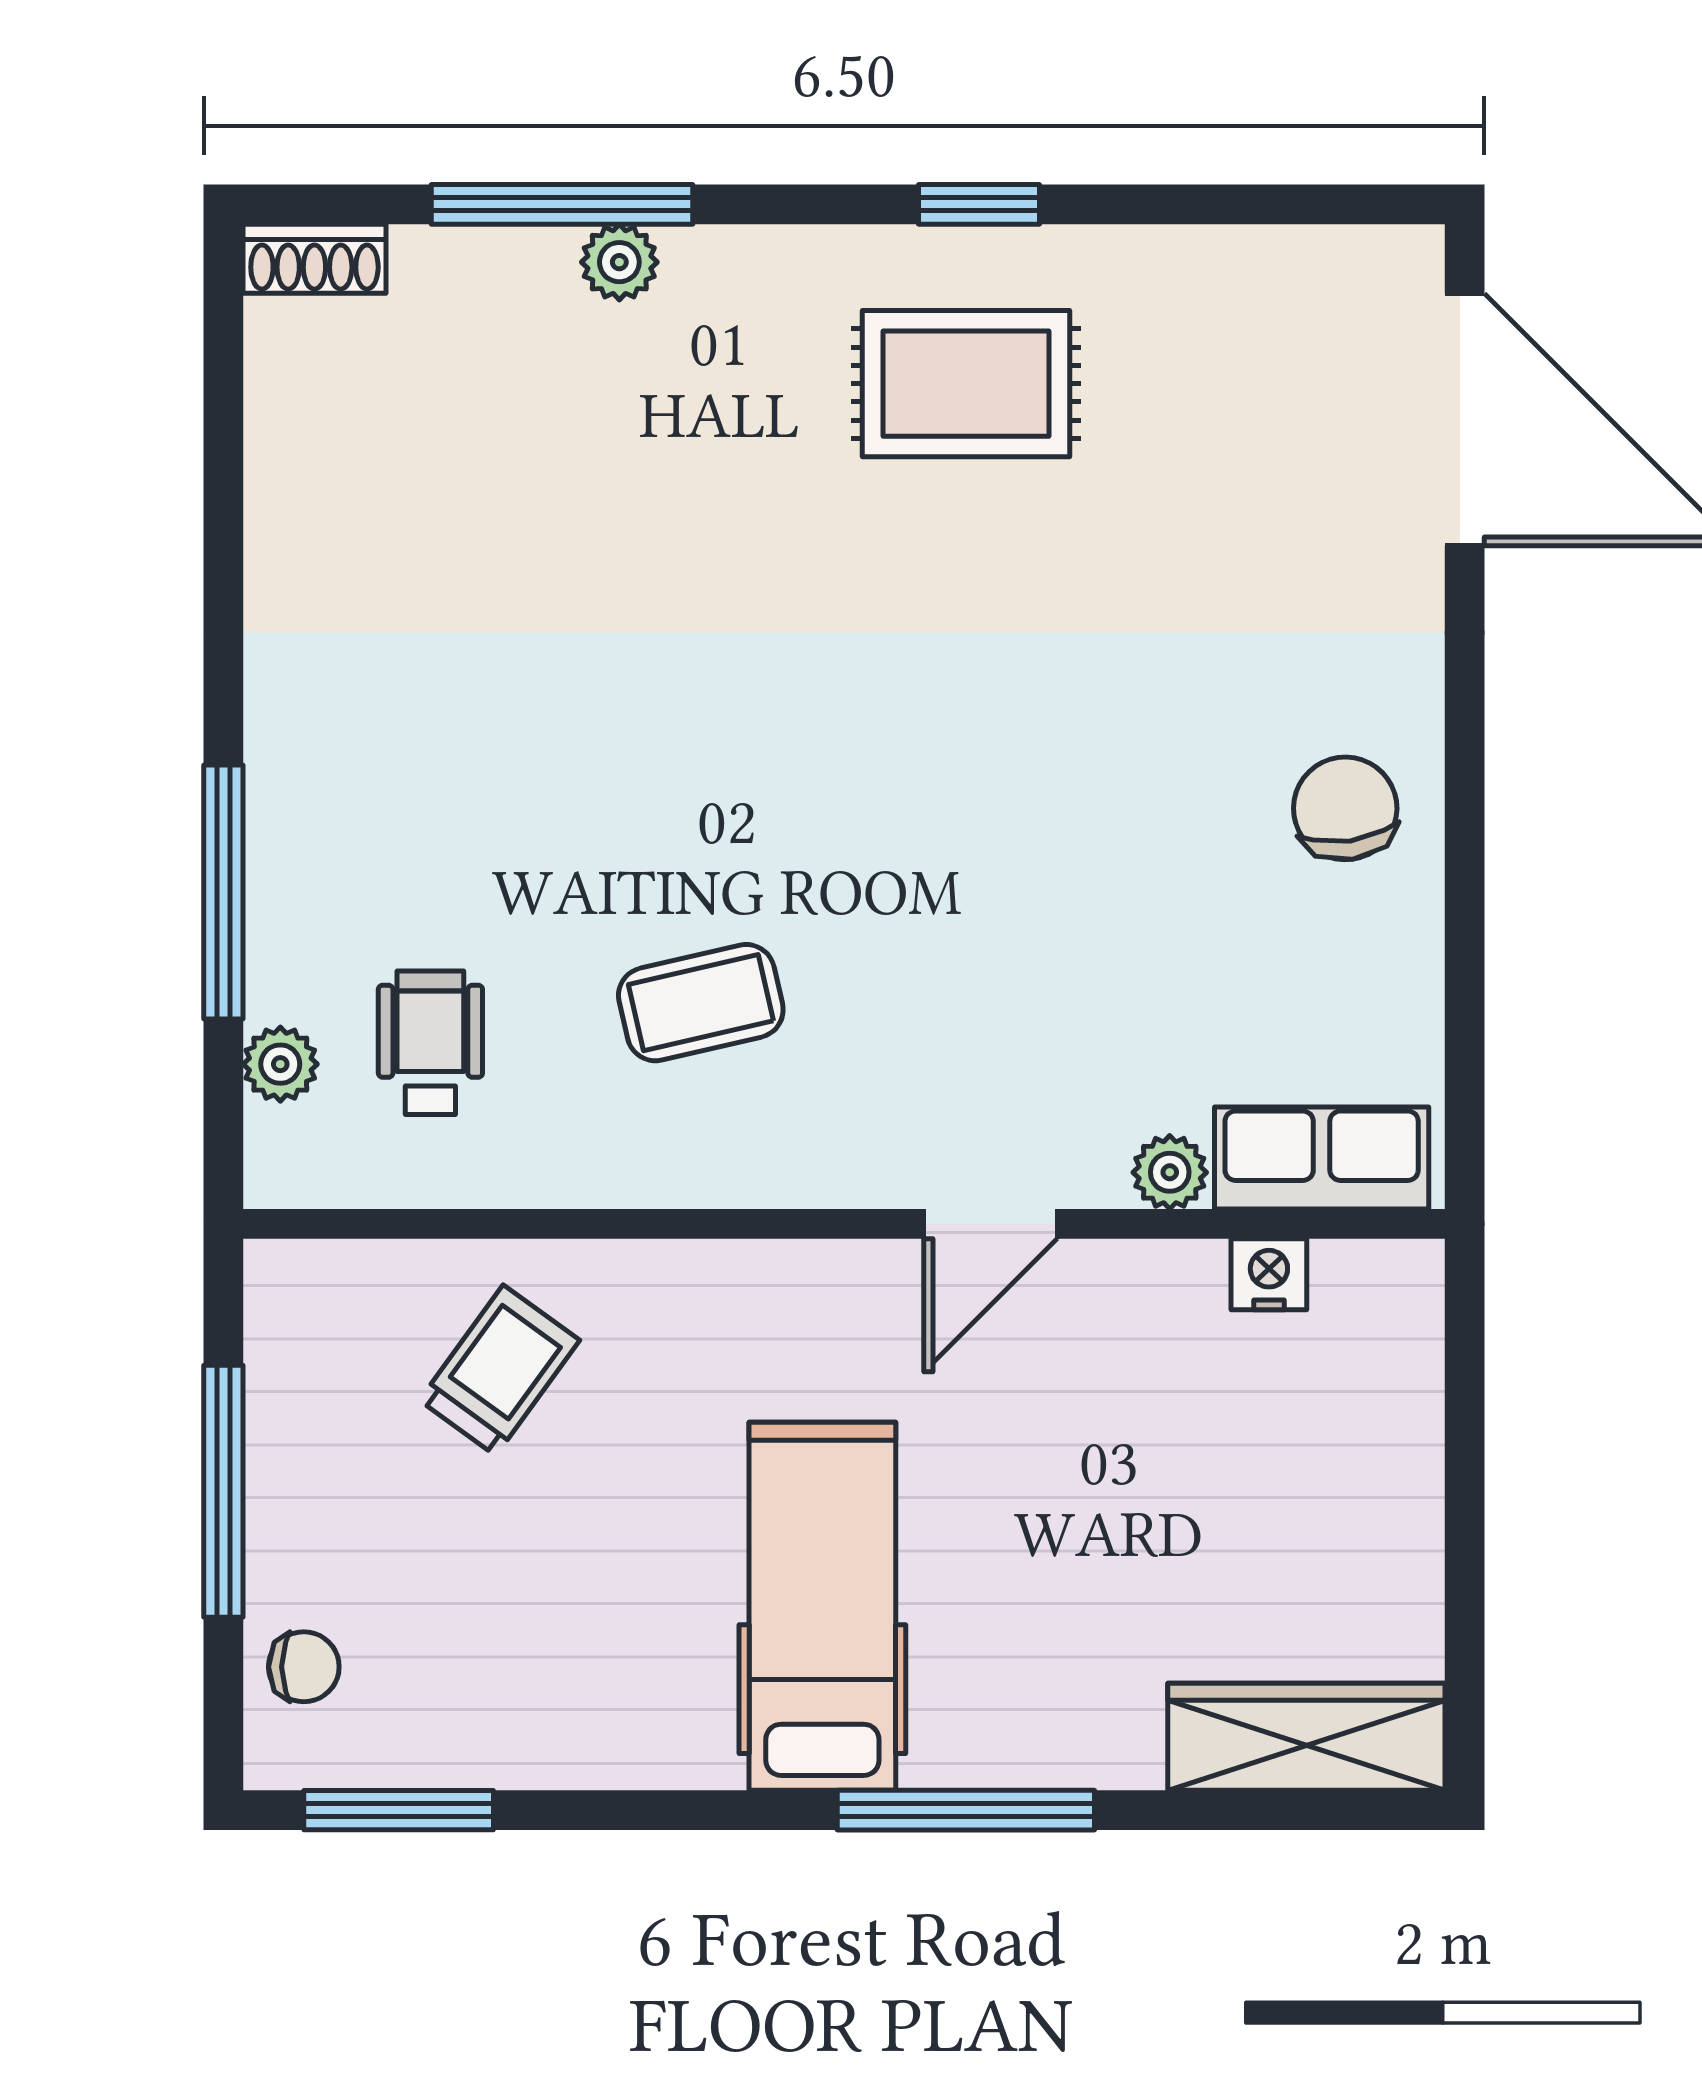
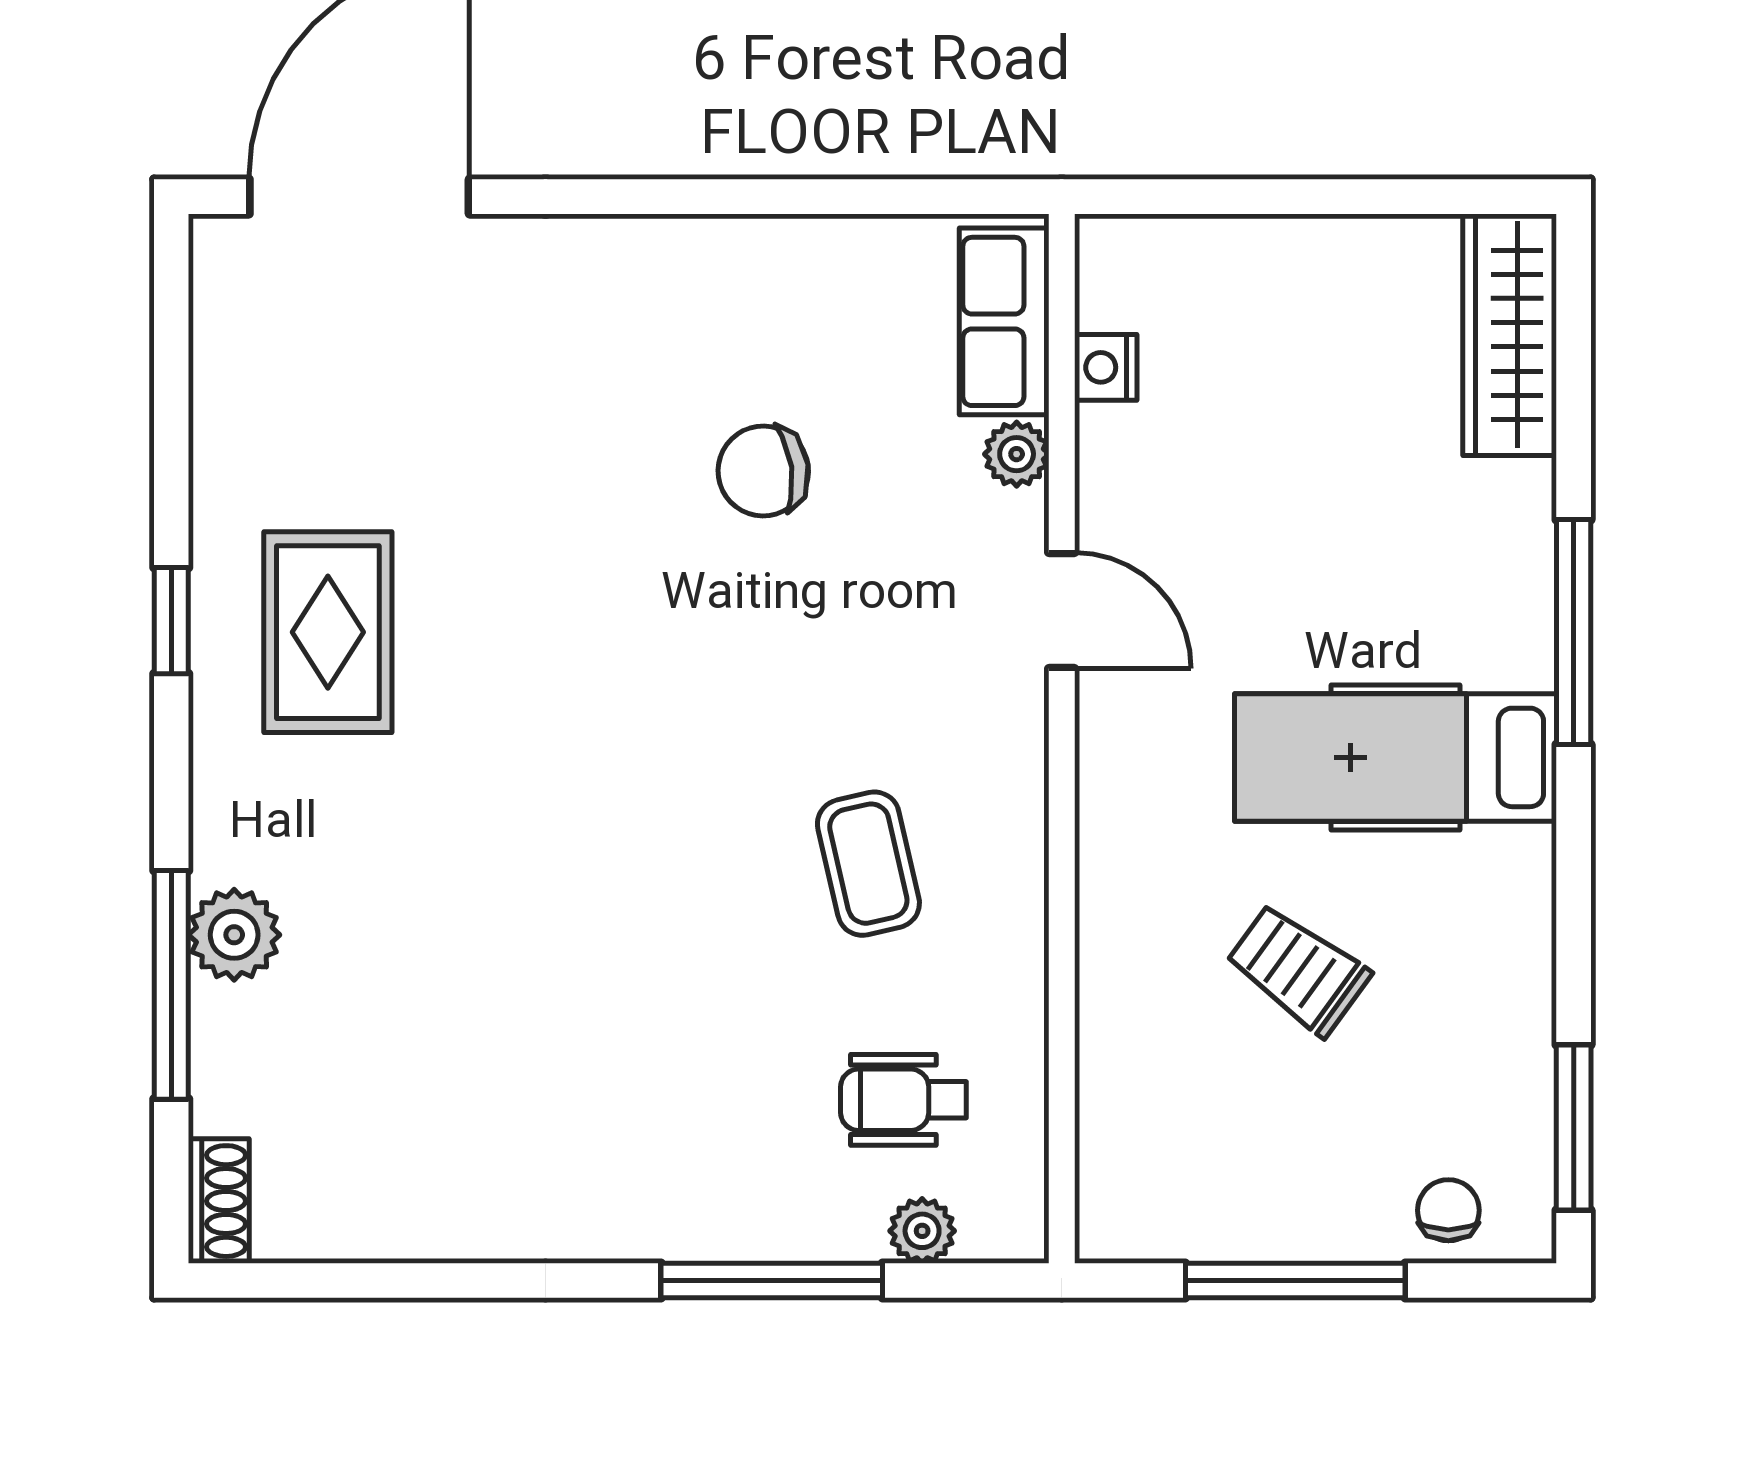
plant: (619, 262) -> (234, 935), width x1.38, depth x1.38
chair: (1345, 808) -> (763, 471), moved
trolley: (499, 1370) -> (1298, 970), moved

